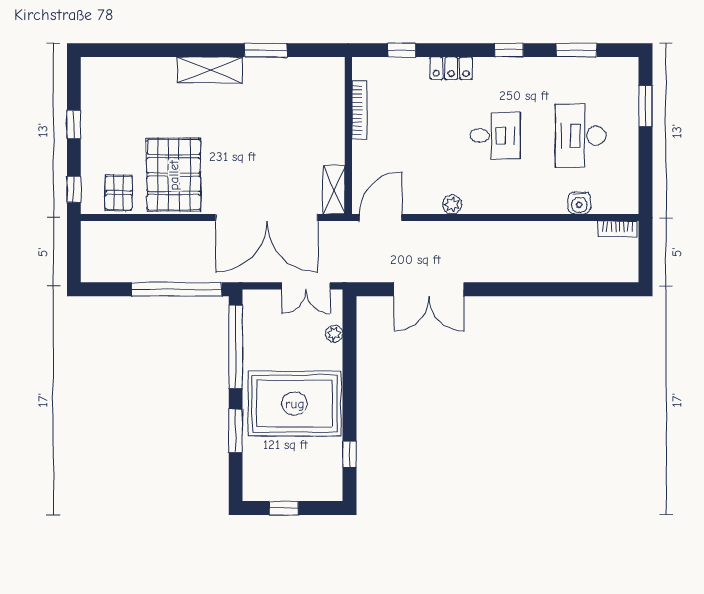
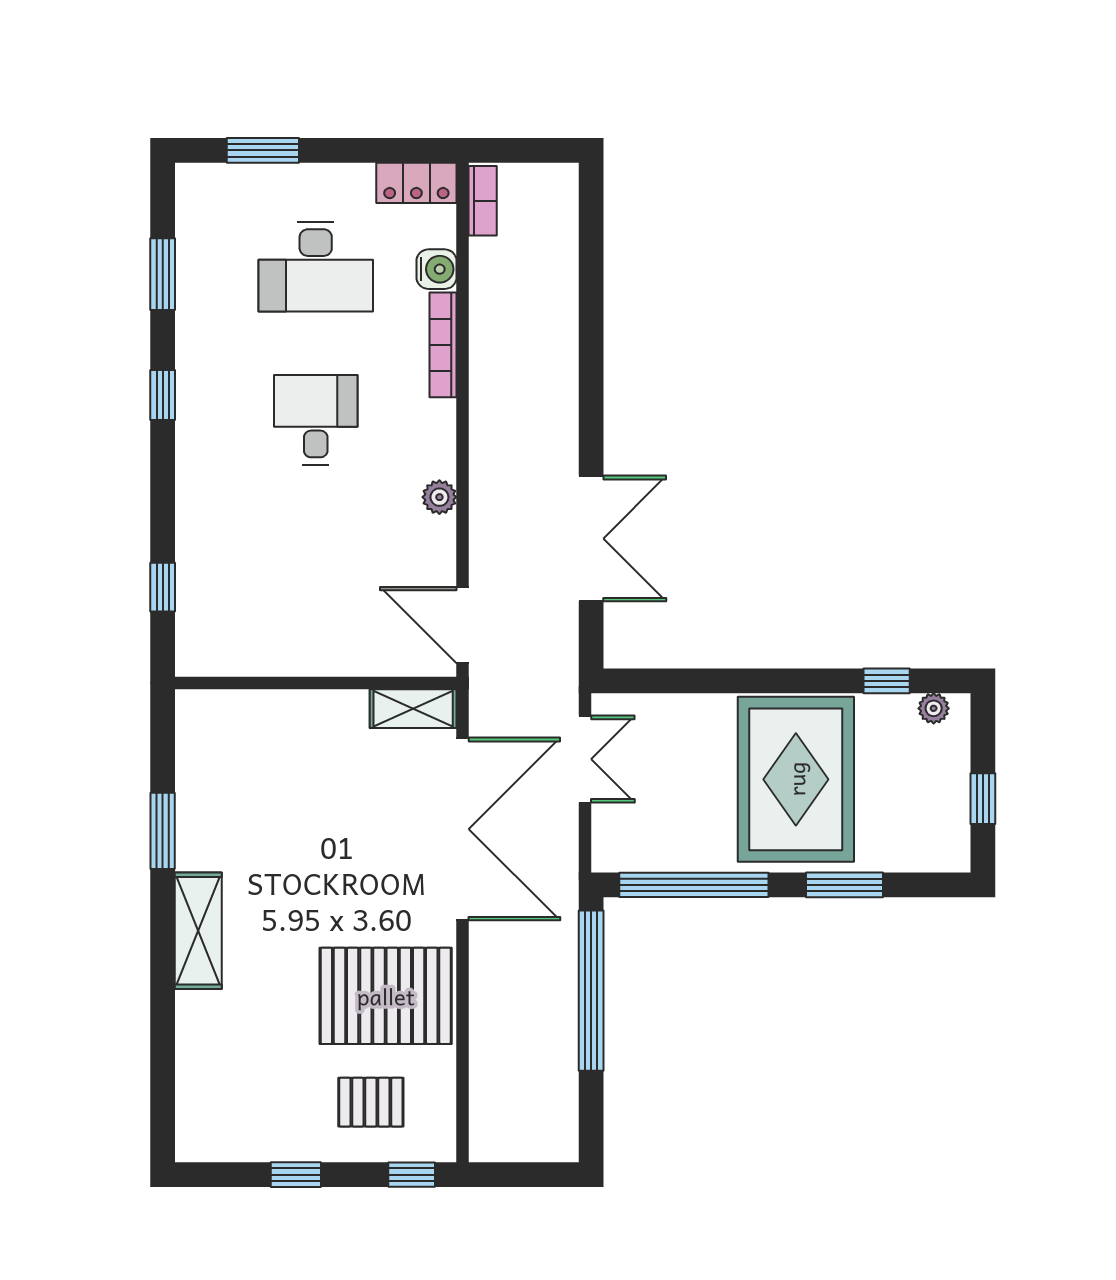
locker: (451, 68) -> (416, 183), moved, turned 90
bookcase: (359, 110) -> (443, 345), moved, turned -90
pallet: (119, 193) -> (371, 1102), moved
plant: (334, 334) -> (934, 708), moved

